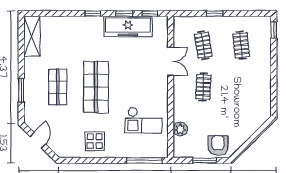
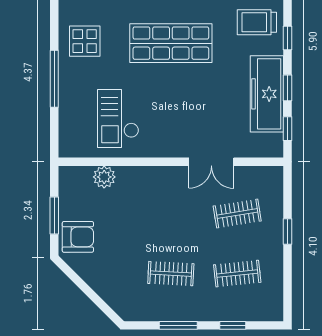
window: (274, 30) -> (233, 325), moved
trolley: (83, 33) -> (257, 22), added
window: (274, 82) -> (178, 325), added
clothes rail: (203, 87) -> (171, 274), moved
window: (144, 160) -> (54, 79), moved

